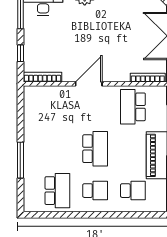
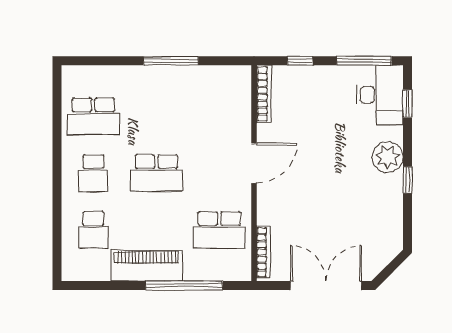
door: (89, 84) -> (254, 163), hinge flipped
school desk: (133, 107) -> (219, 230), turned 180
window: (20, 160) -> (171, 61), moved

